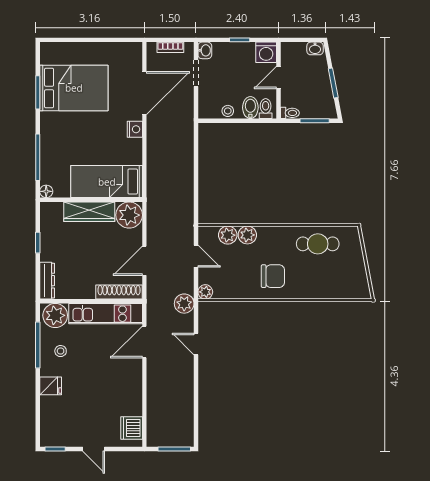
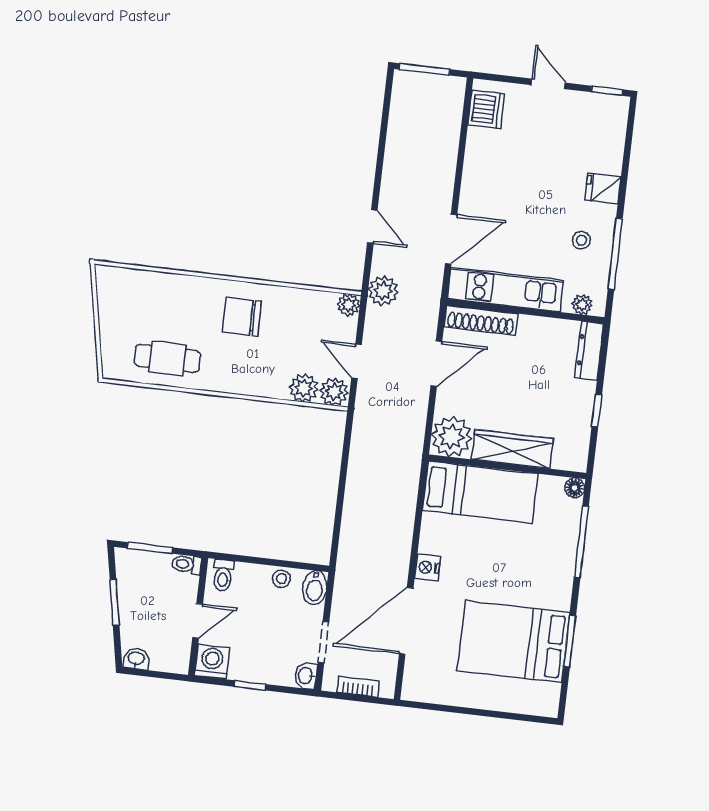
bidet: (250, 108) -> (315, 588), moved
plant: (247, 235) -> (334, 392), moved
plant: (55, 315) -> (582, 305), width x0.53, depth x0.53

